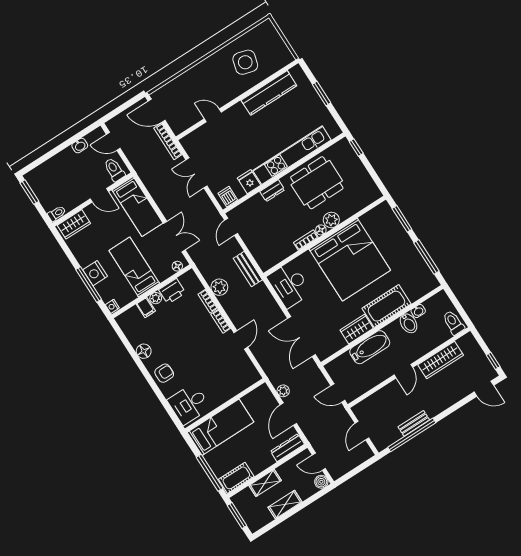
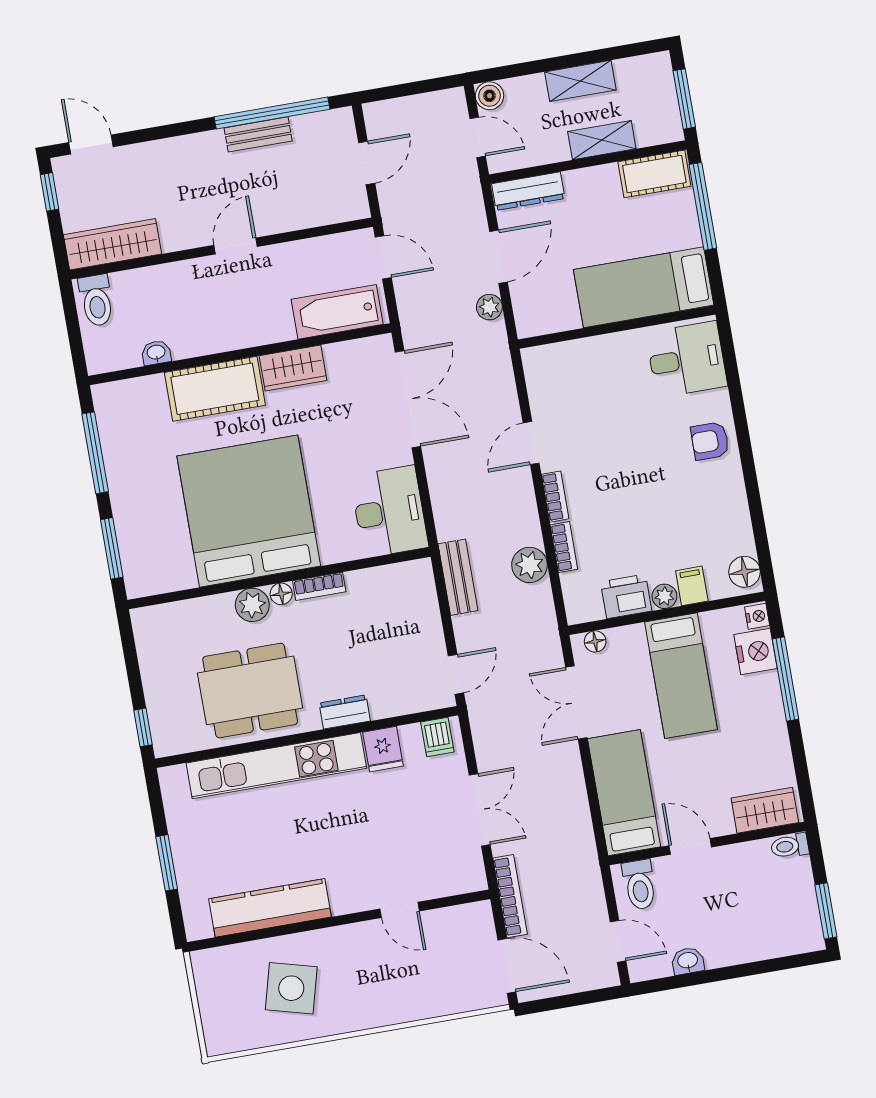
nightstand: (95, 273) -> (756, 652), moved
bidet: (409, 323) -> (186, 336), removed
bathtub: (370, 347) -> (337, 312), moved
floor lamp: (144, 351) -> (744, 572), moved
wardrobe: (441, 360) -> (113, 244), moved

